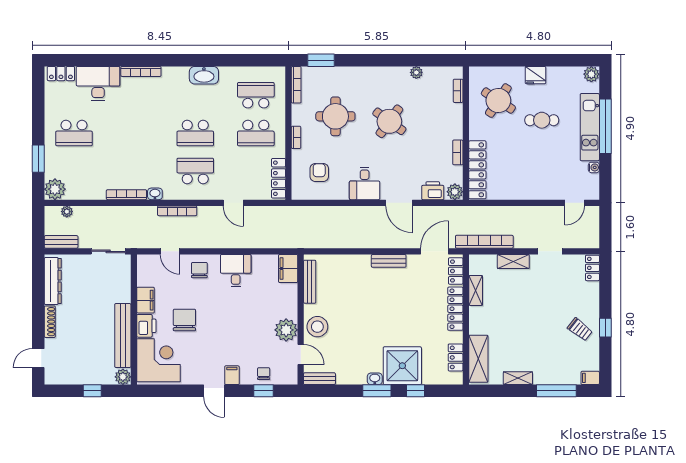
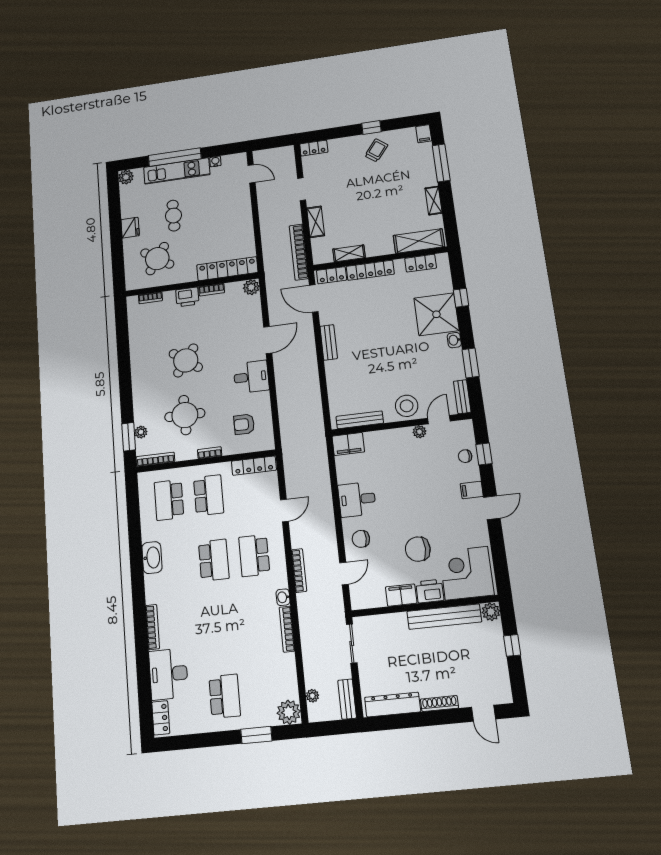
plant: (416, 72) -> (141, 432), moved
printer: (433, 191) -> (187, 297), moved, turned -90
plant: (286, 330) -> (419, 432), width x0.53, depth x0.53
window: (377, 391) -> (471, 363), moved

